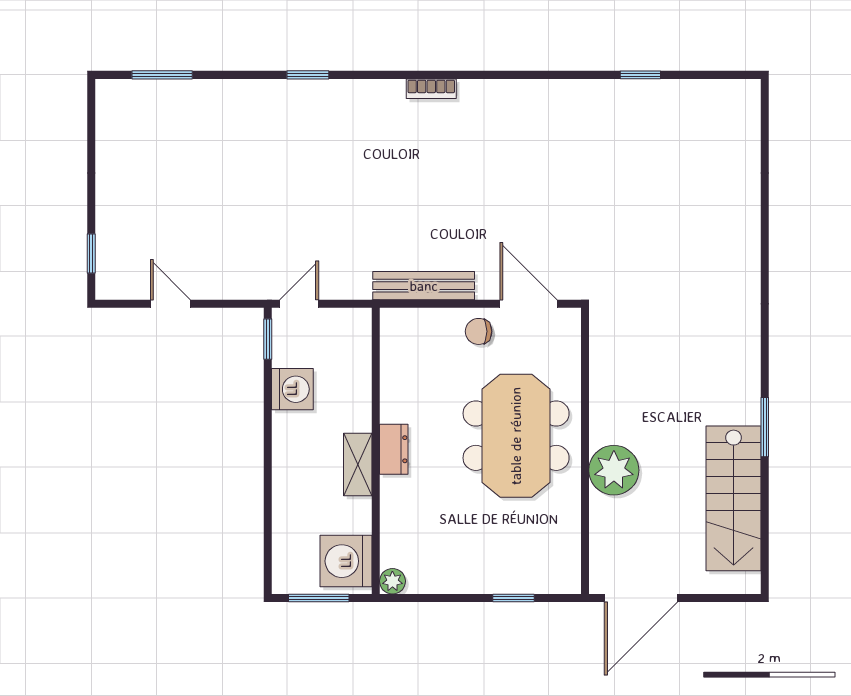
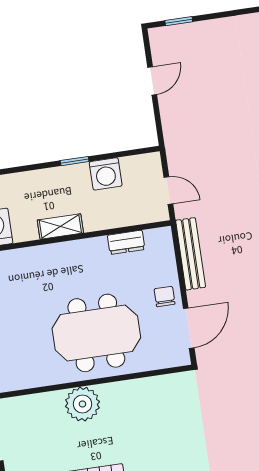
door: (299, 304) -> (168, 191), moved
window: (268, 339) -> (75, 161), moved
dresser: (394, 449) -> (126, 242), moved

